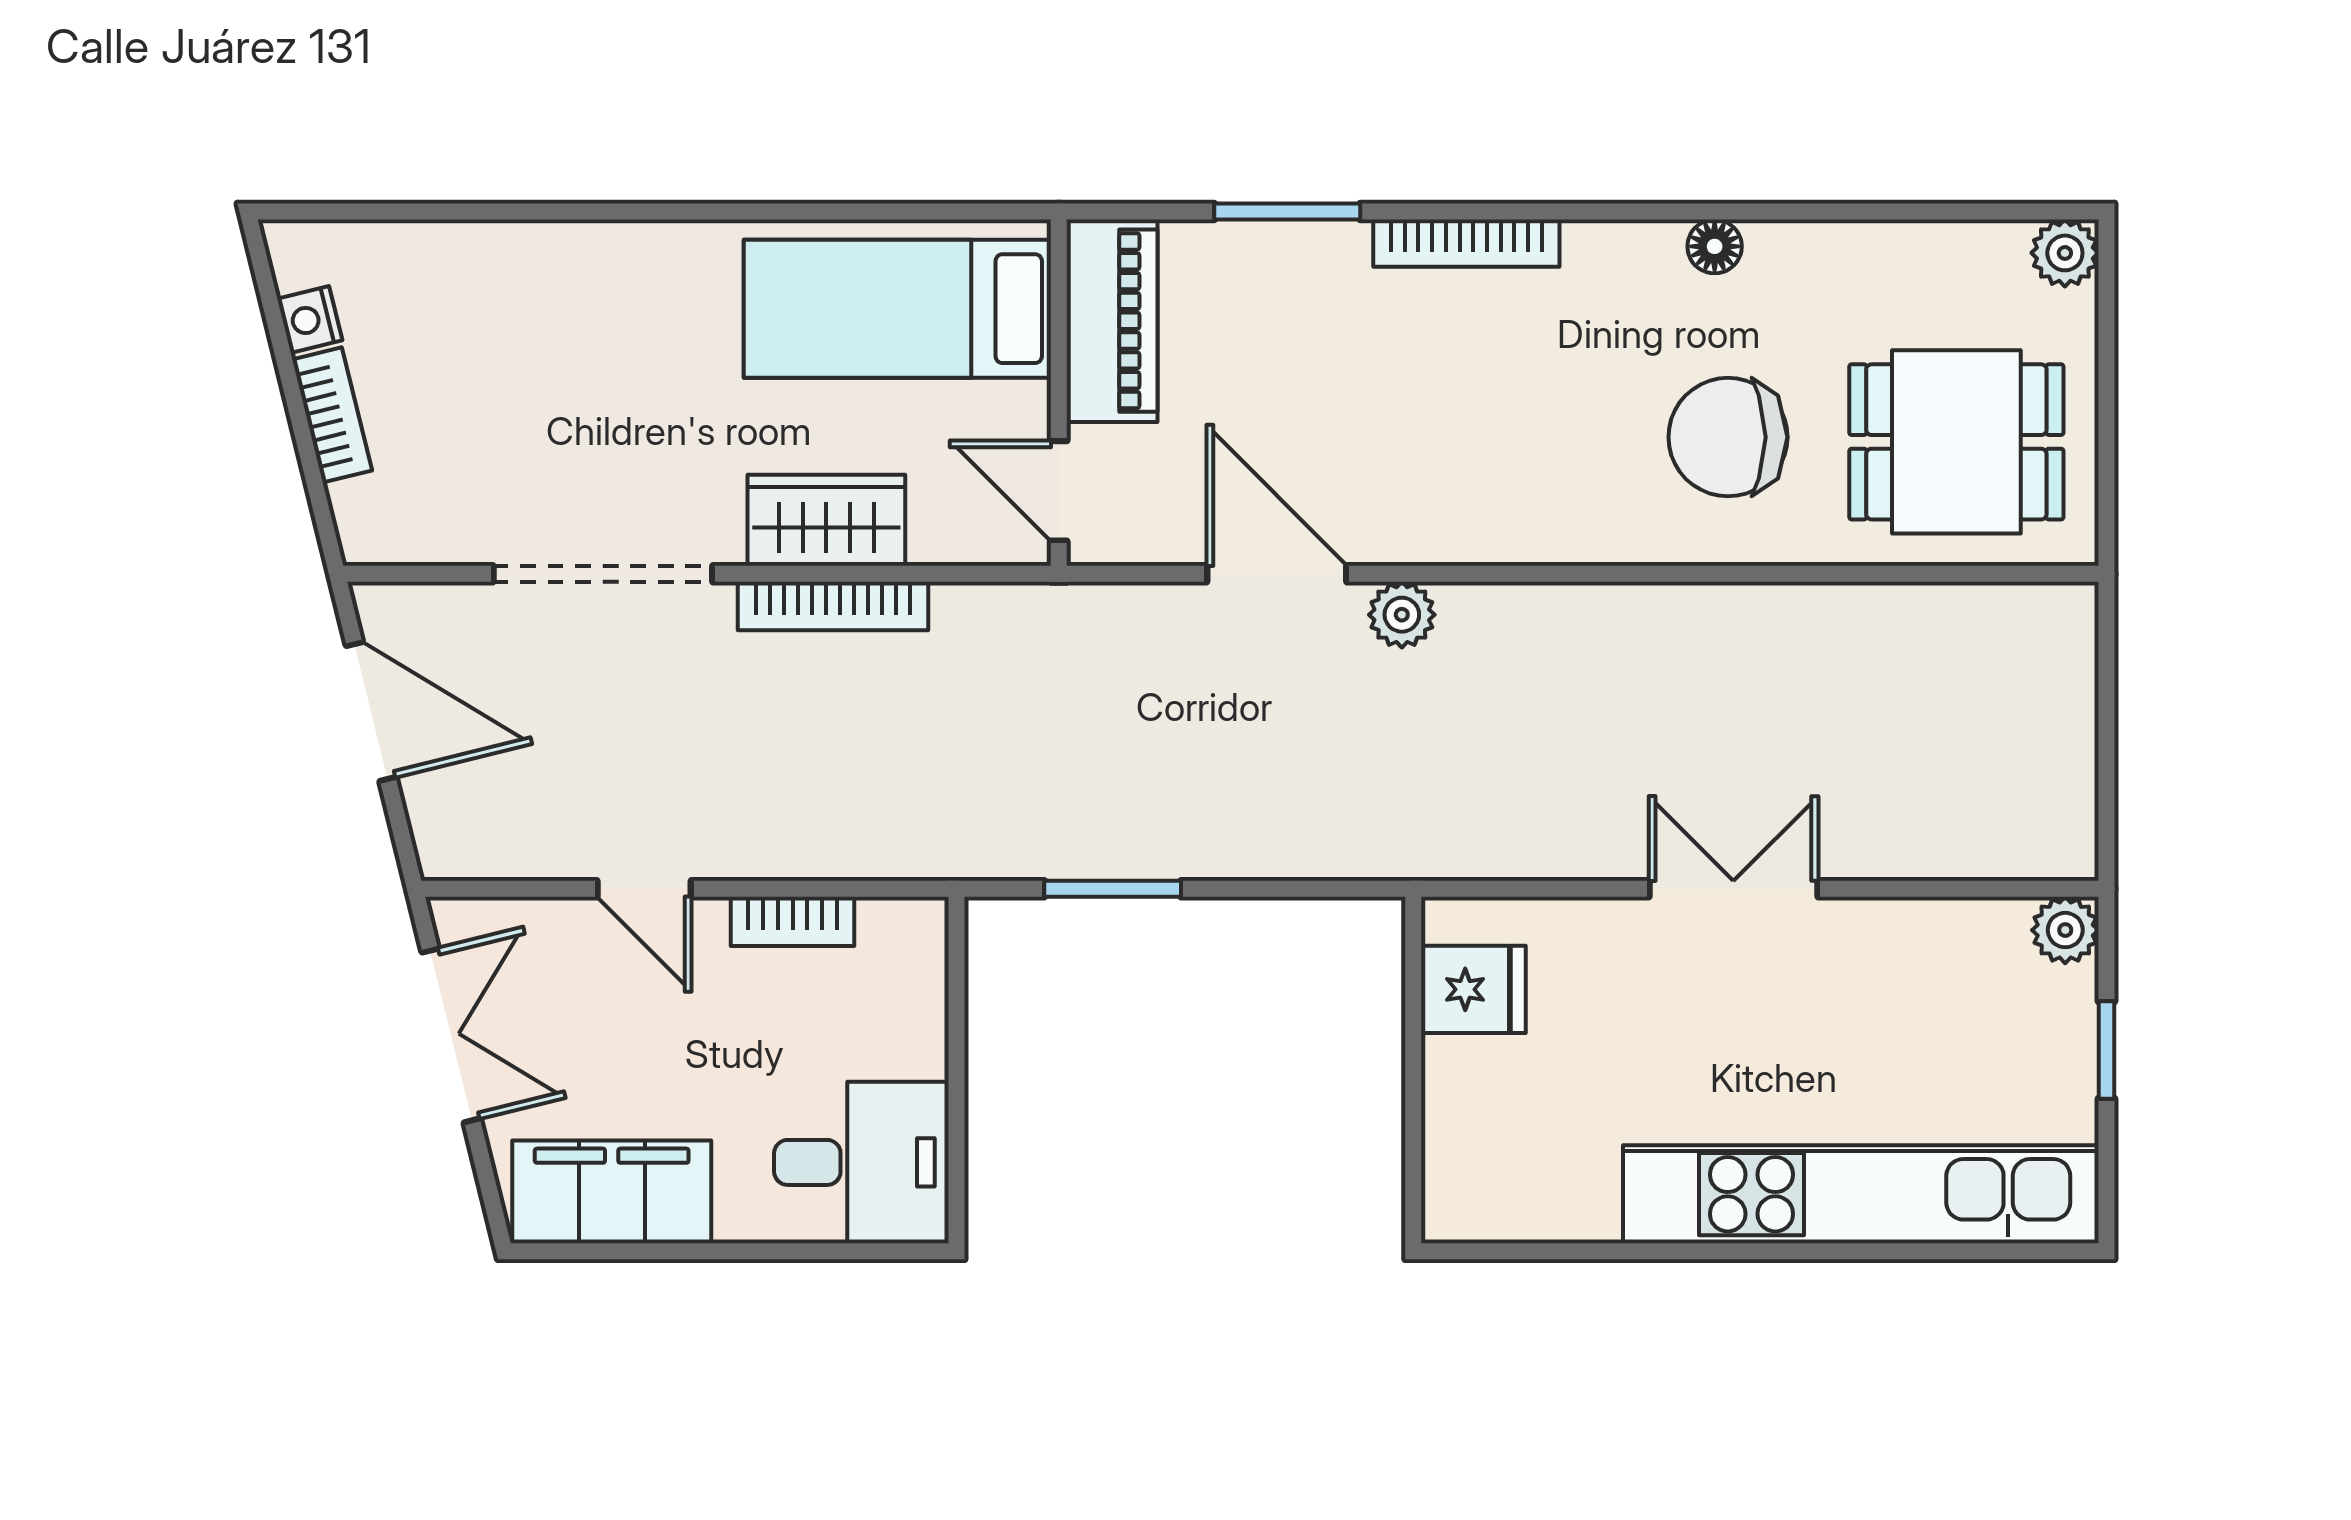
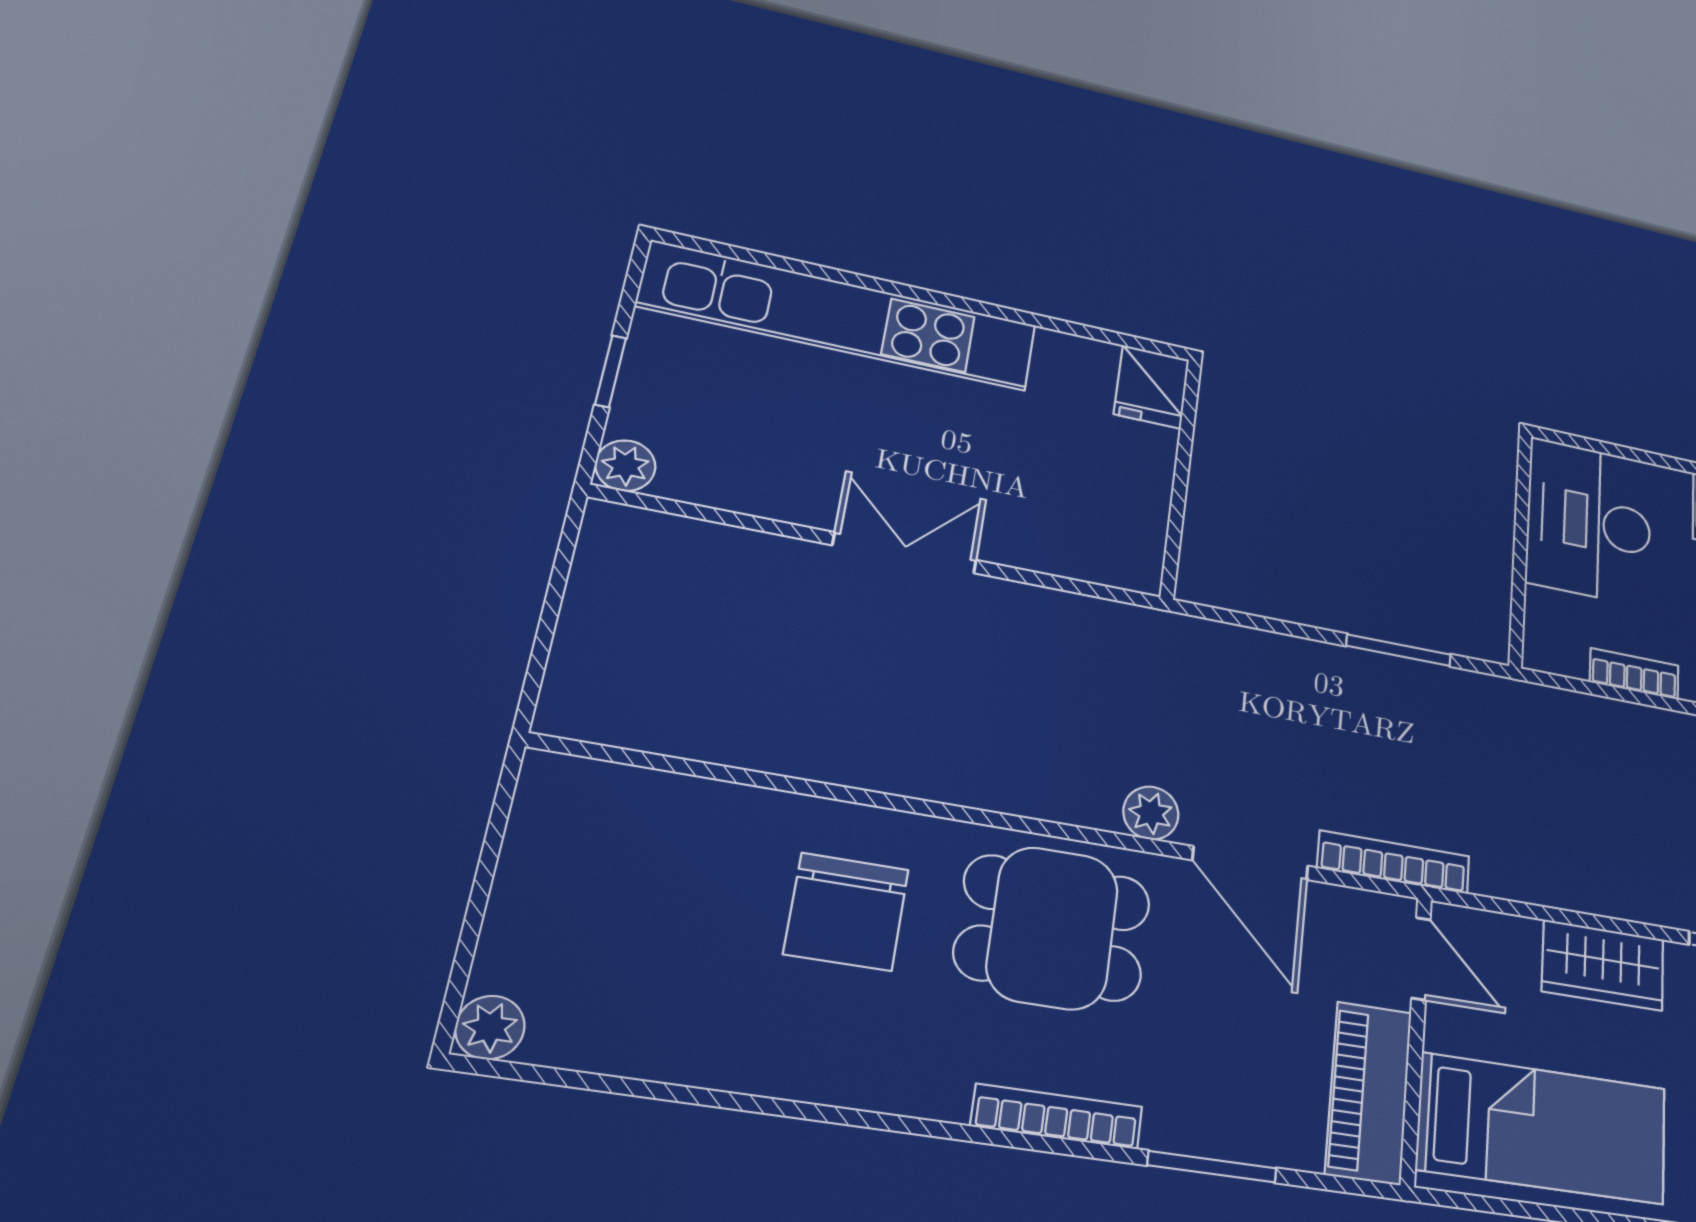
floor lamp: (1715, 246) -> (830, 1082), removed
chair: (1728, 437) -> (846, 912), turned 90
dining table: (1956, 442) -> (1053, 928), moved
bookcase: (833, 606) -> (1394, 862), moved
double door: (1733, 889) -> (905, 553), swing flipped
fridge: (1473, 989) -> (1152, 387), moved, turned -90
desk: (861, 1162) -> (1589, 521), width x1.37

